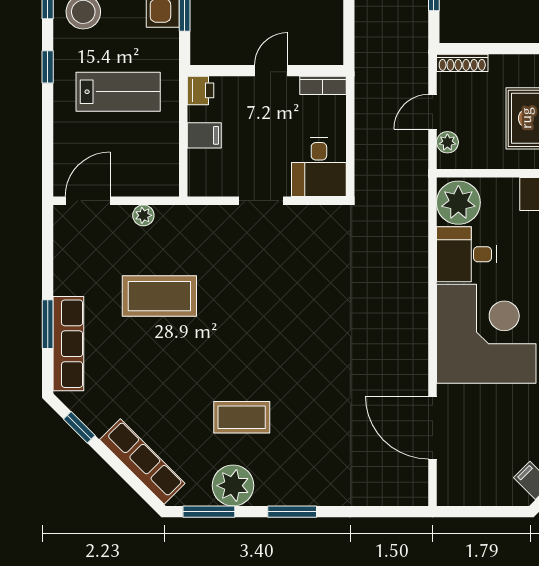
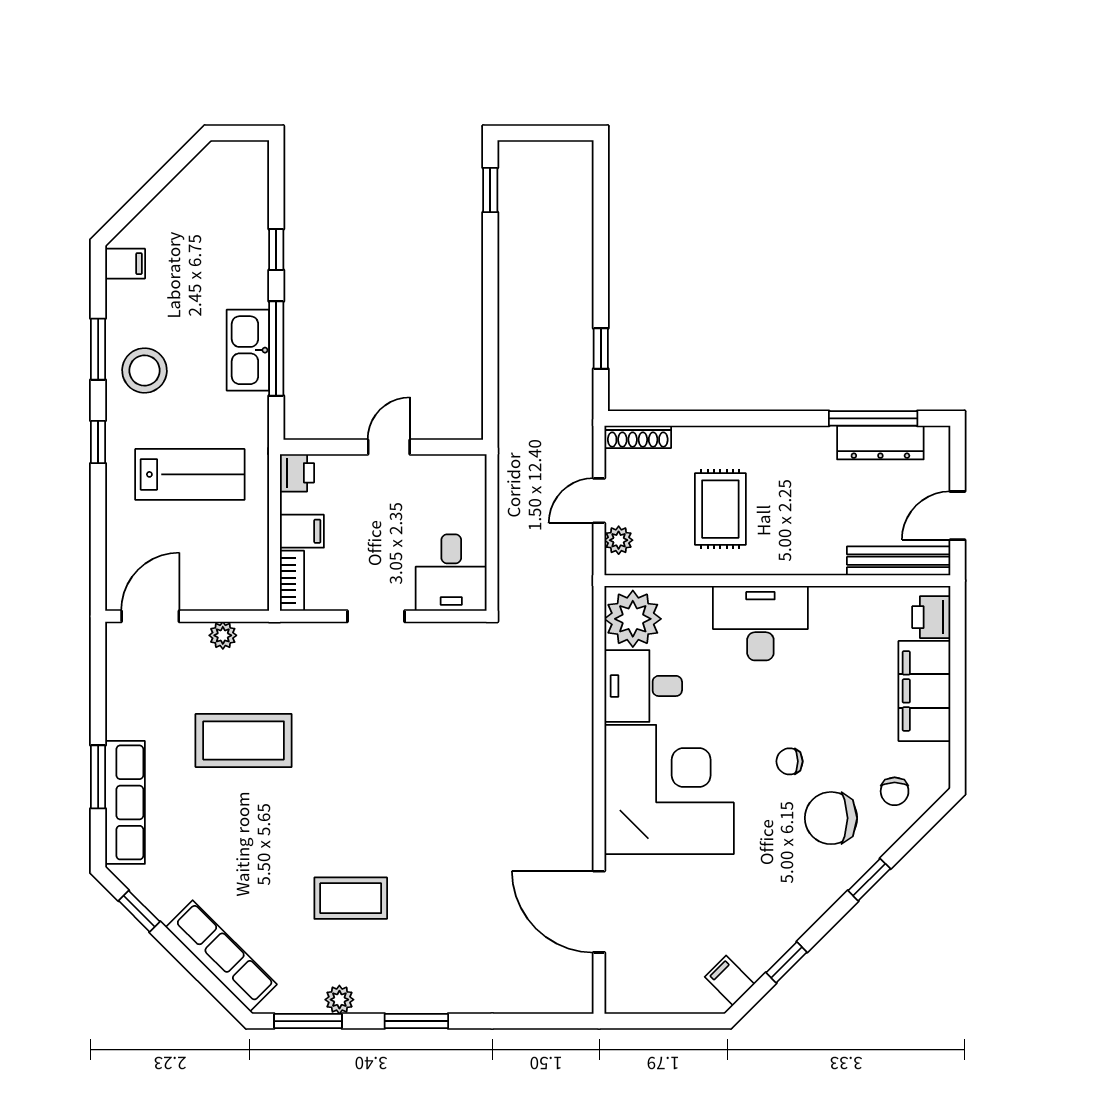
bookcase: (323, 85) -> (292, 581), moved, turned -90
plant: (233, 486) -> (339, 1000), width x0.53, depth x0.53

